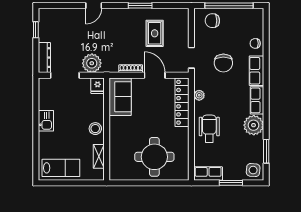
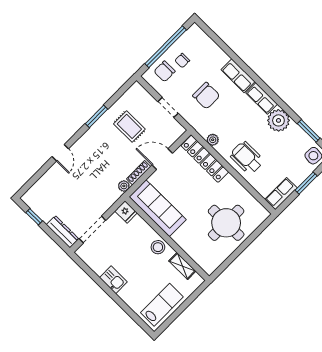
chair: (255, 43) -> (182, 61), moved
doorway: (191, 58) -> (168, 107), moved
plant: (92, 63) -> (124, 186), moved, width x0.53, depth x0.53
sofa: (120, 97) -> (158, 208), width x1.36

